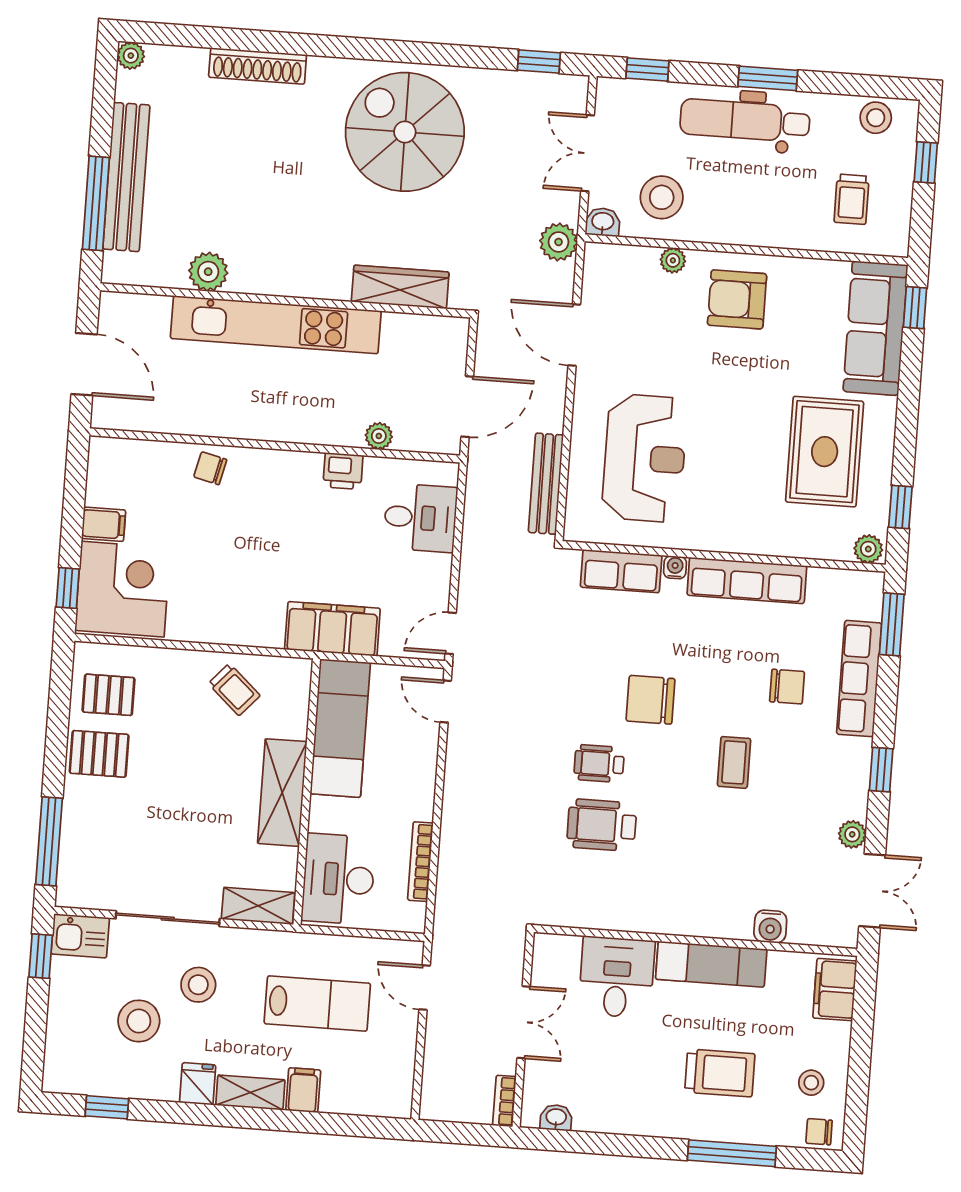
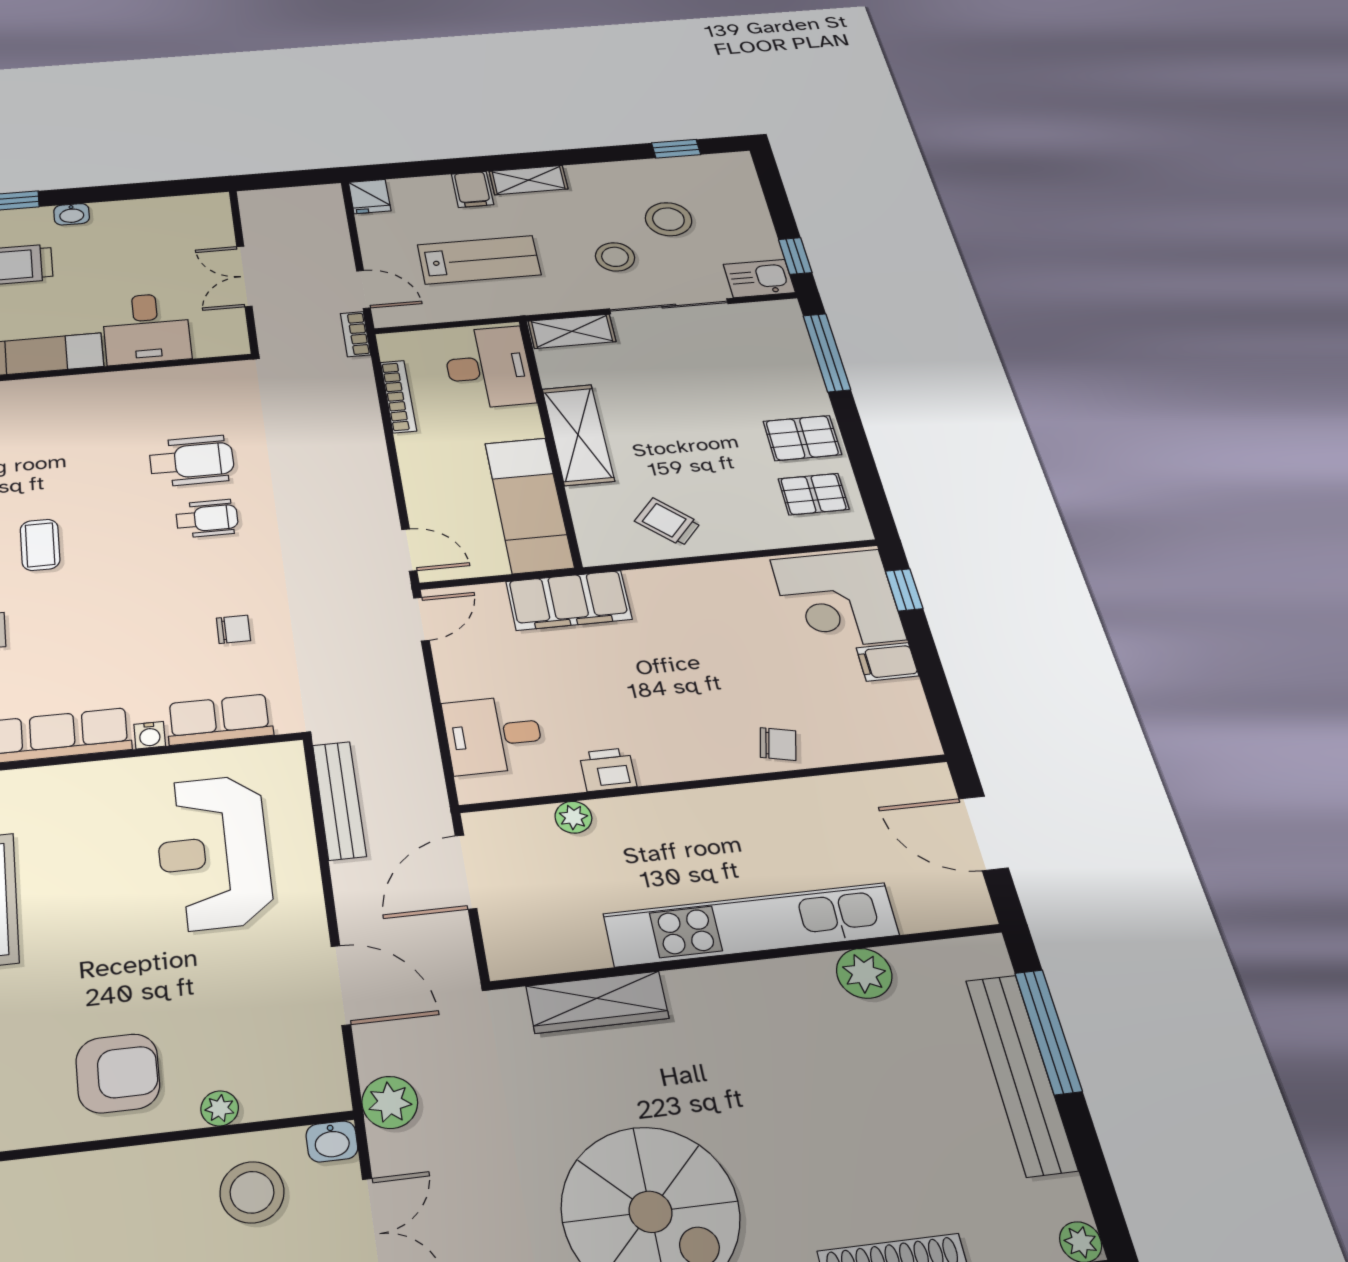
chair: (651, 700) -> (233, 629), moved, width x0.54, depth x0.54
lab bench: (317, 1004) -> (479, 260), turned 180
fridge: (198, 1084) -> (370, 197), moved
bookcase: (504, 1101) -> (356, 334), moved, turned 180
washbasin: (556, 1118) -> (72, 214), moved

